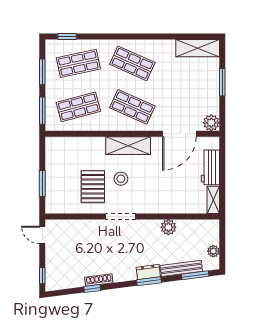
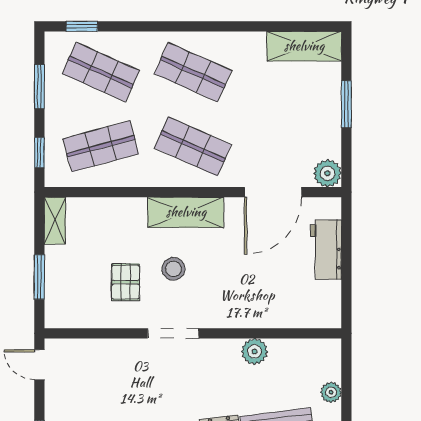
shop shelf: (78, 63) -> (101, 72), turned 36
window: (42, 111) -> (39, 153), width x0.67
pallet: (93, 187) -> (126, 282), width x0.67, depth x0.71
shelving: (213, 200) -> (55, 221), moved

